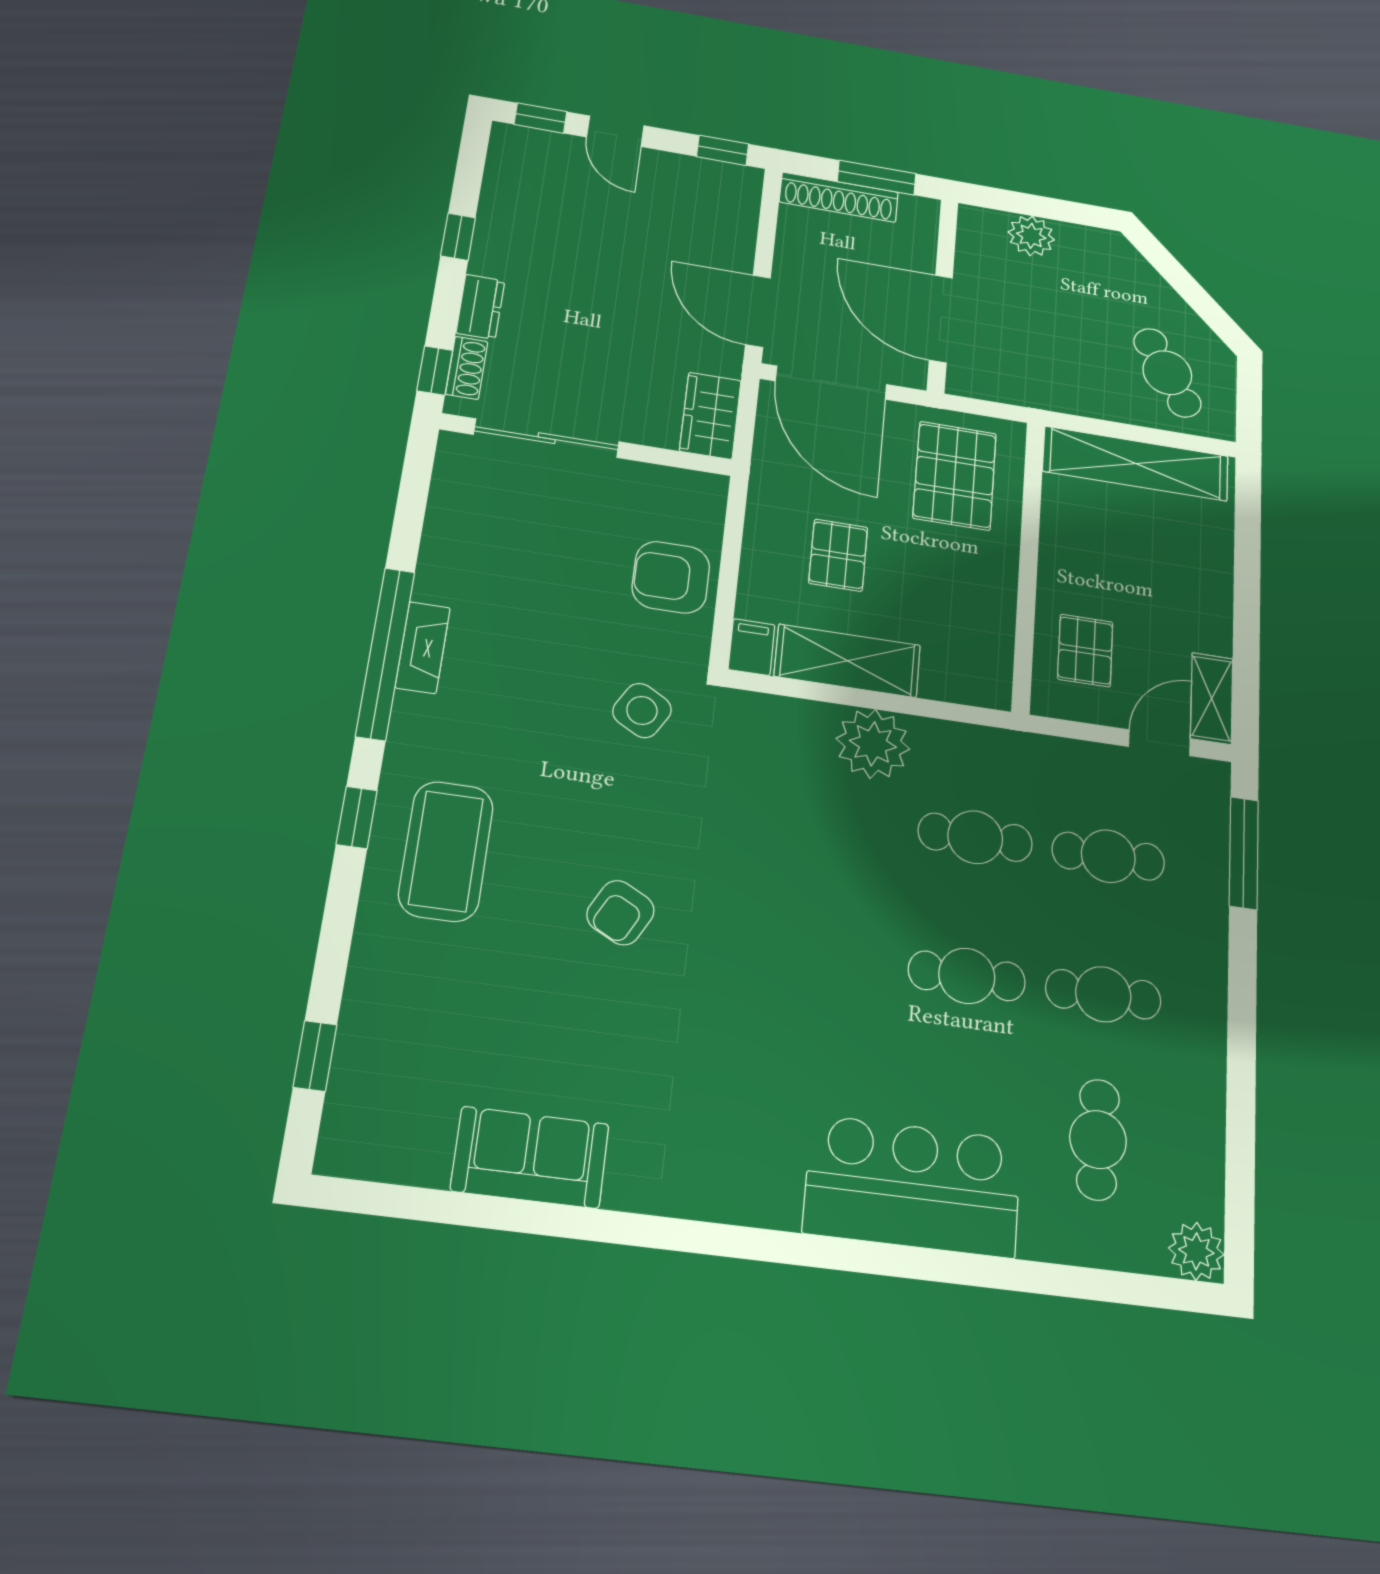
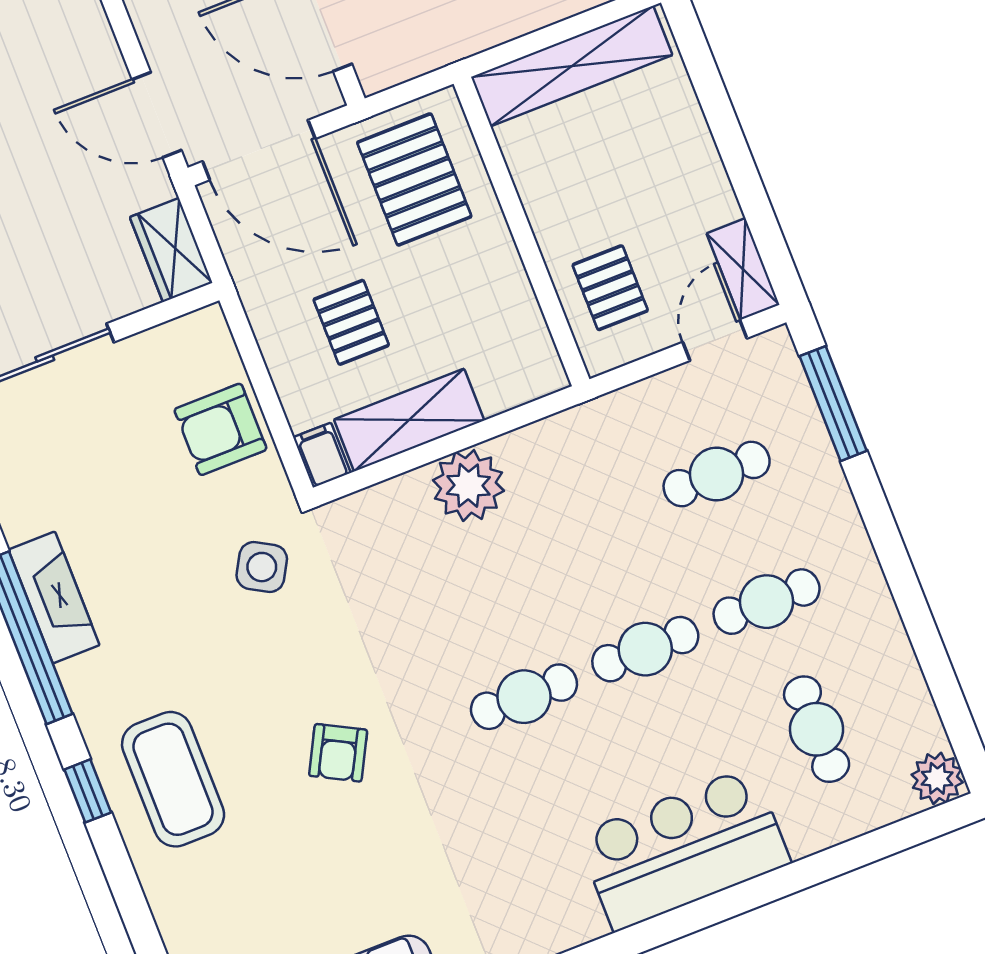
fireplace: (423, 648) -> (54, 597), width x1.37, depth x1.32
cafe table: (975, 837) -> (524, 697), moved

